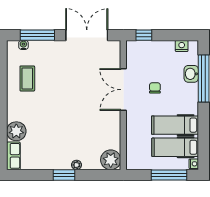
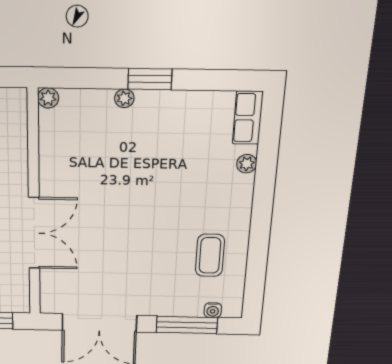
plant: (16, 131) -> (247, 164), width x0.53, depth x0.53
plant: (111, 160) -> (48, 98), width x0.53, depth x0.53

